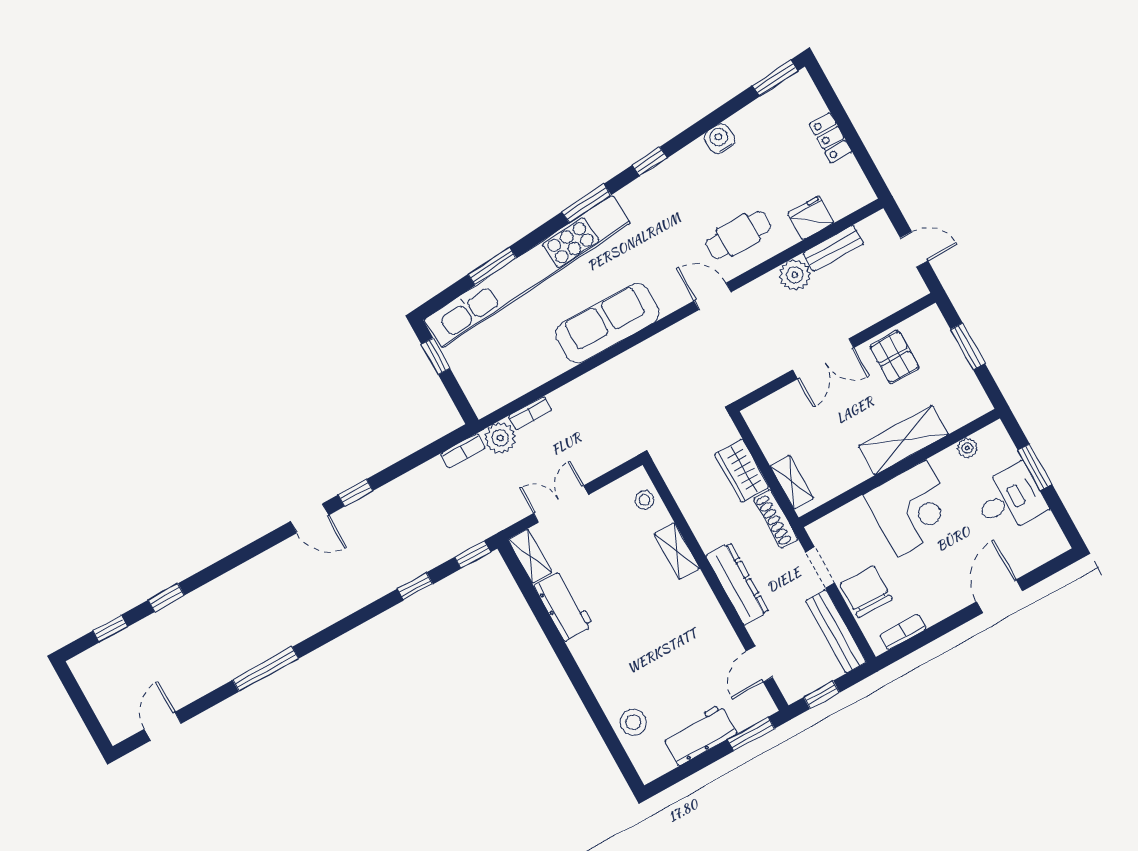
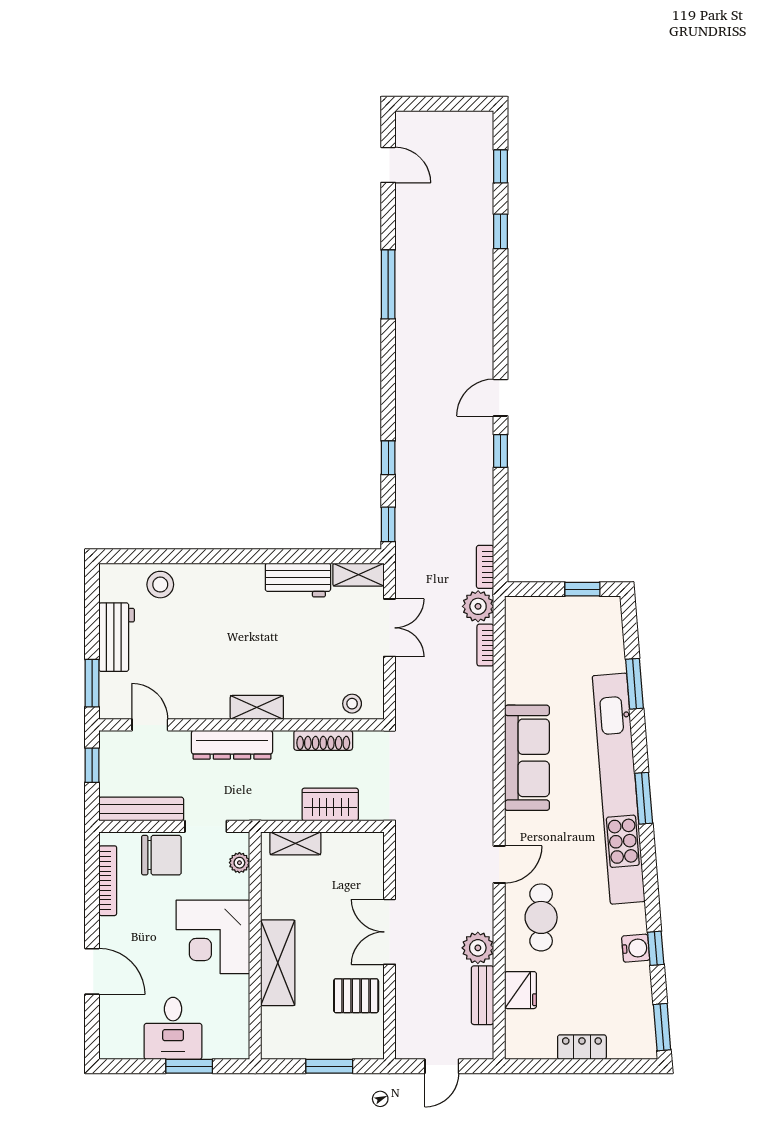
window: (650, 161) -> (656, 948), moved
kitchen unit: (527, 271) -> (619, 789), moved
plant: (967, 448) -> (239, 863), moved
shoe rack: (776, 519) -> (323, 740), moved, turned 180
shelving: (677, 551) -> (257, 707), moved
bookcase: (903, 632) -> (108, 881), width x1.56

